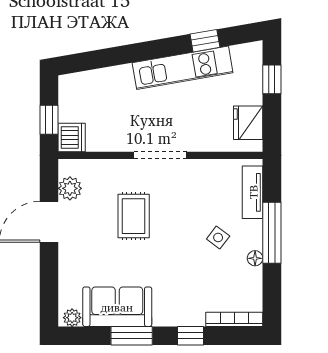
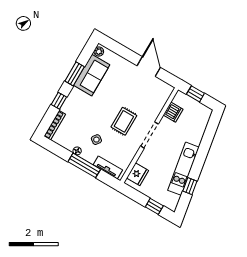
fridge: (248, 123) -> (138, 174), moved, turned 90
dishwasher: (72, 138) -> (173, 112), moved, turned -90
plant: (70, 188) -> (158, 85), removed
rug: (134, 216) -> (124, 121), moved, turned 90

